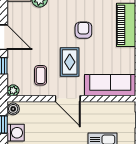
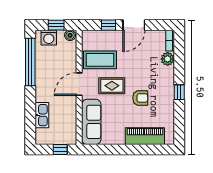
coffee table: (41, 75) -> (100, 60), width x1.86, depth x1.72
plant: (13, 90) -> (87, 35), removed

